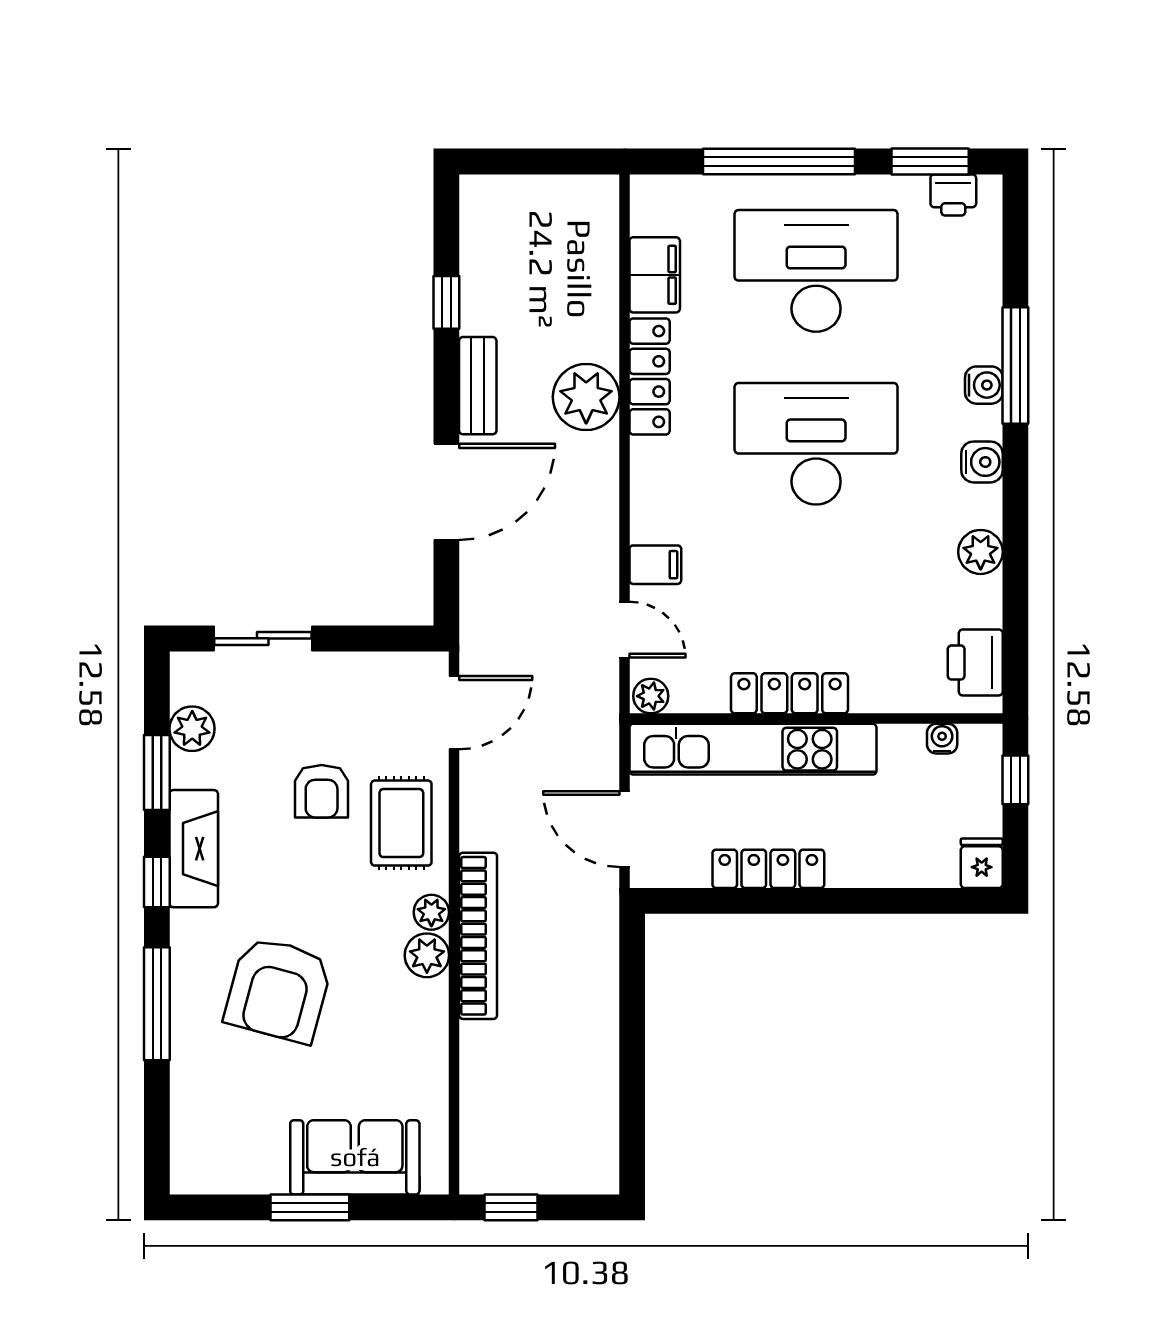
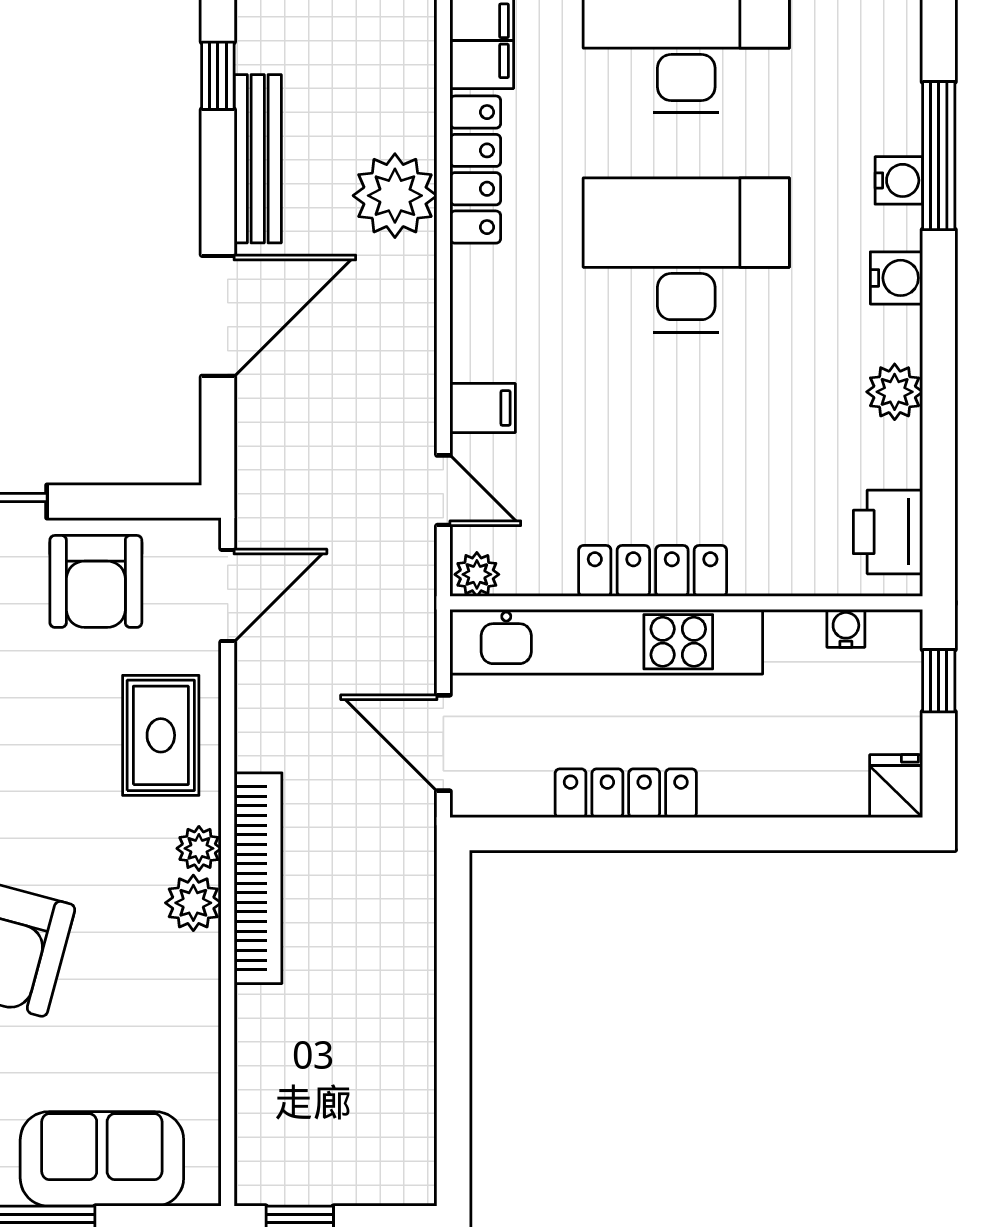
bench: (478, 386) -> (258, 159), width x1.36
armchair: (322, 791) -> (96, 581), moved, width x1.38, depth x1.38

